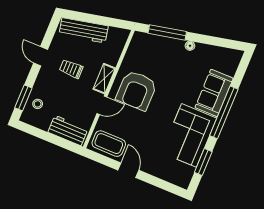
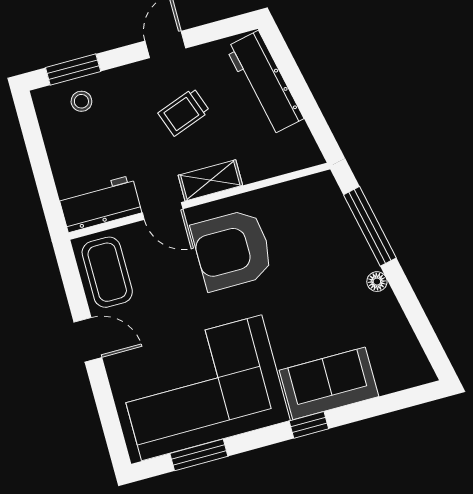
trolley: (71, 69) -> (184, 112), turned -110
window: (224, 112) -> (309, 425), width x0.32
workbench: (68, 131) -> (100, 204), moved, turned -90
corner sofa: (189, 135) -> (202, 388), width x1.36, depth x1.36
door: (128, 170) -> (88, 340), hinge flipped

